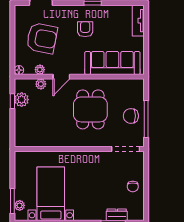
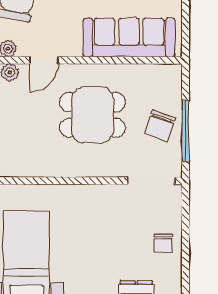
dining table: (90, 109) -> (92, 115), turned 90
chair: (131, 116) -> (160, 126), turned -70

